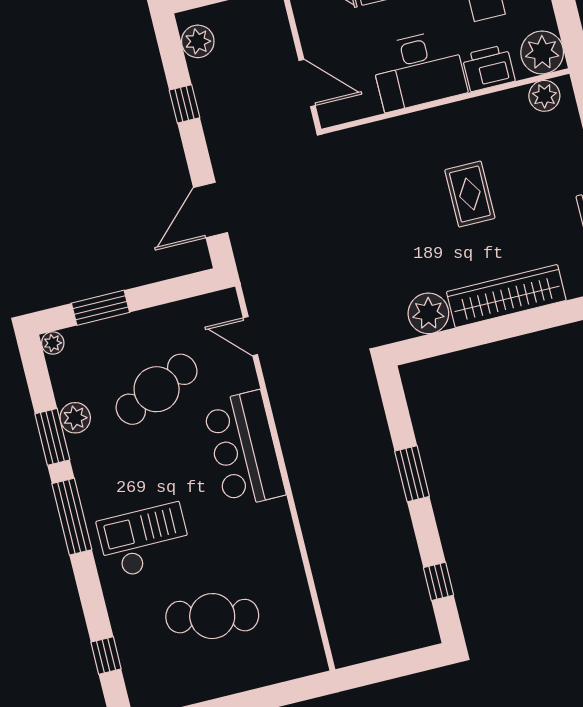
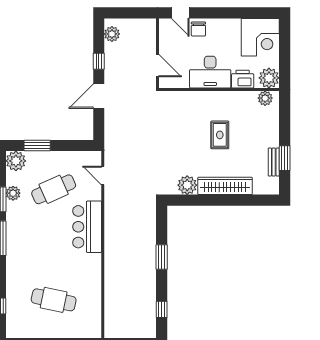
door: (211, 210) -> (99, 96), moved
plant: (53, 343) -> (16, 161), width x1.88, depth x1.88
checkout: (144, 541) -> (31, 258), removed

